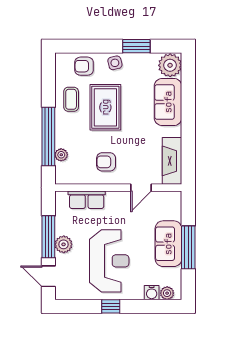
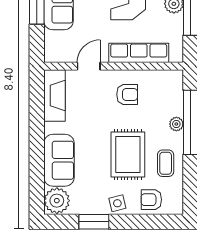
armchair: (84, 66) -> (151, 200), turned 180
plant: (61, 155) -> (176, 124), moved
row of seats: (87, 200) -> (139, 53), width x1.48

